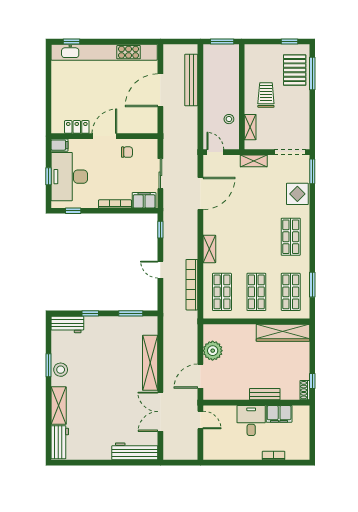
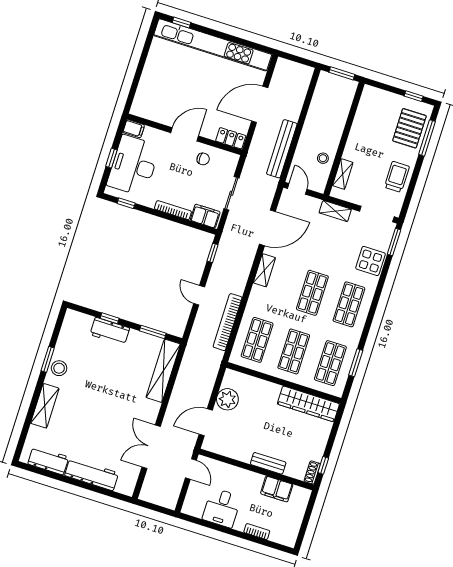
bench: (191, 80) -> (282, 149), moved
trolley: (266, 95) -> (397, 177), moved
locker: (77, 127) -> (231, 138), moved
shop shelf: (256, 237) -> (312, 293), added
shelving: (209, 249) -> (264, 270), moved
workbench: (67, 324) -> (110, 331), moved
shelving: (150, 363) -> (163, 371), moved
desk: (251, 420) -> (222, 508), moved, turned 180
workbench: (60, 442) -> (48, 460), moved, turned -90
workbench: (135, 451) -> (92, 474), moved

